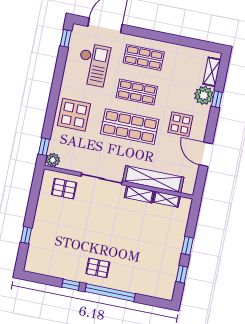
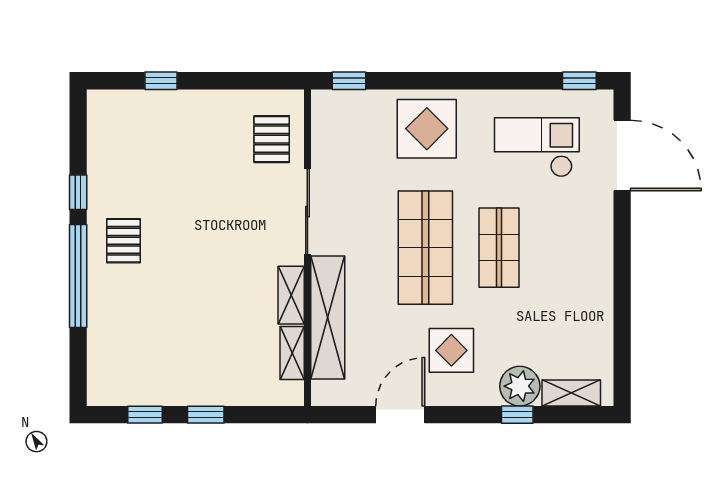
shop shelf: (144, 57) -> (573, 248), removed
checkout: (93, 65) -> (537, 147), turned 180
plant: (53, 160) -> (325, 104), removed

